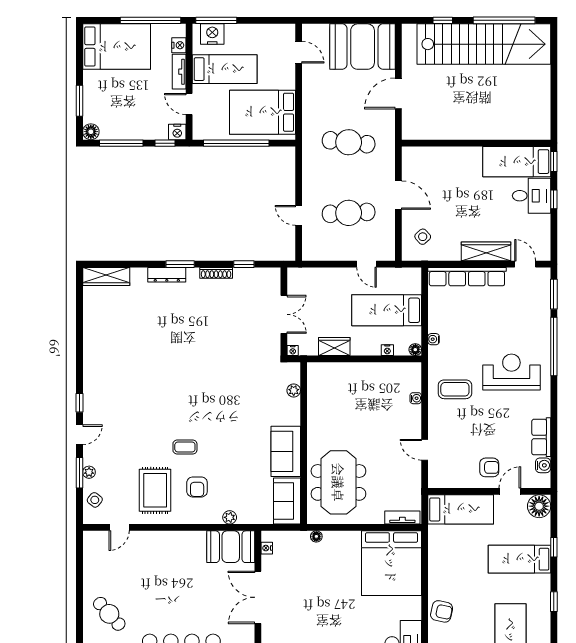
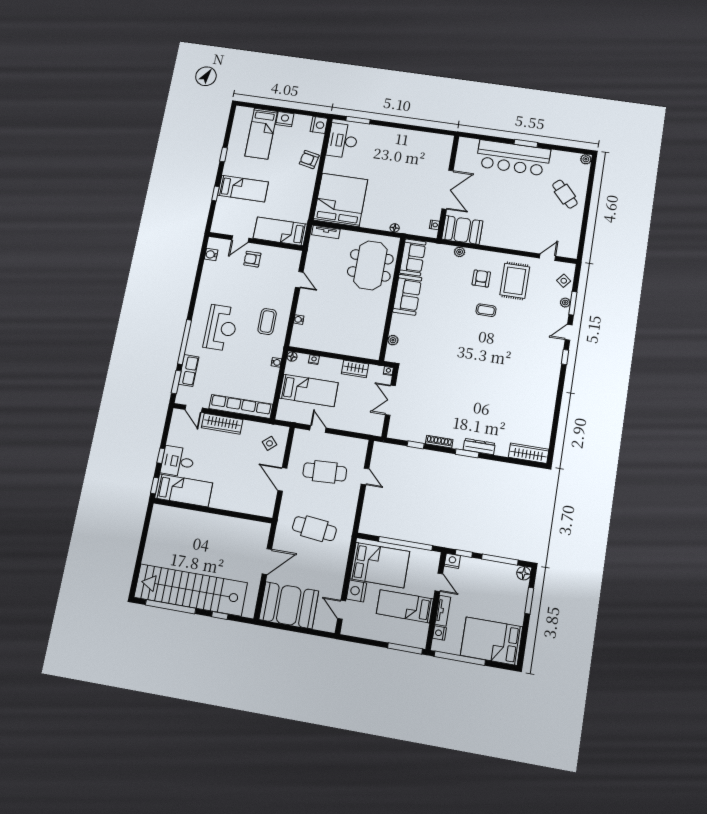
nightstand: (212, 34) -> (356, 591), moved, turned 90
reception desk: (511, 372) -> (221, 328), turned -90
coffee table: (455, 389) -> (267, 322), turned 90
row of seats: (541, 437) -> (189, 370), moved
floor lamp: (539, 506) -> (220, 225), removed

